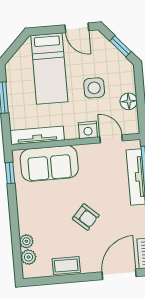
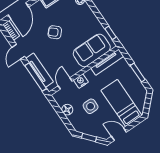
door: (111, 139) -> (65, 83), swing flipped

